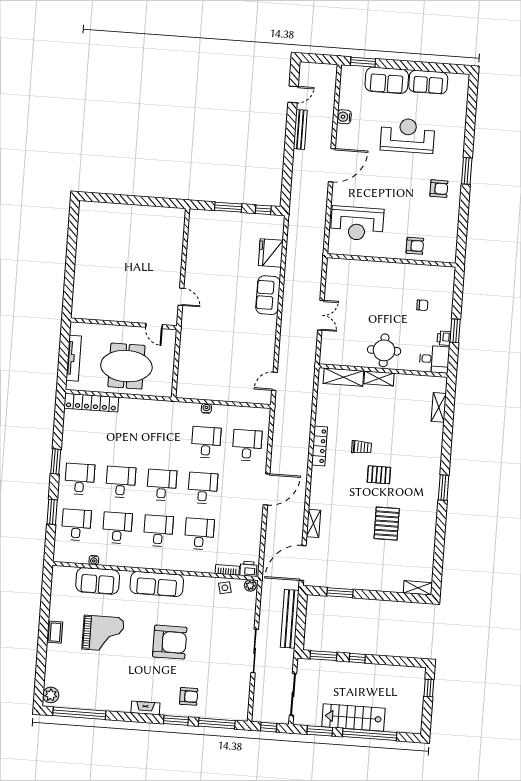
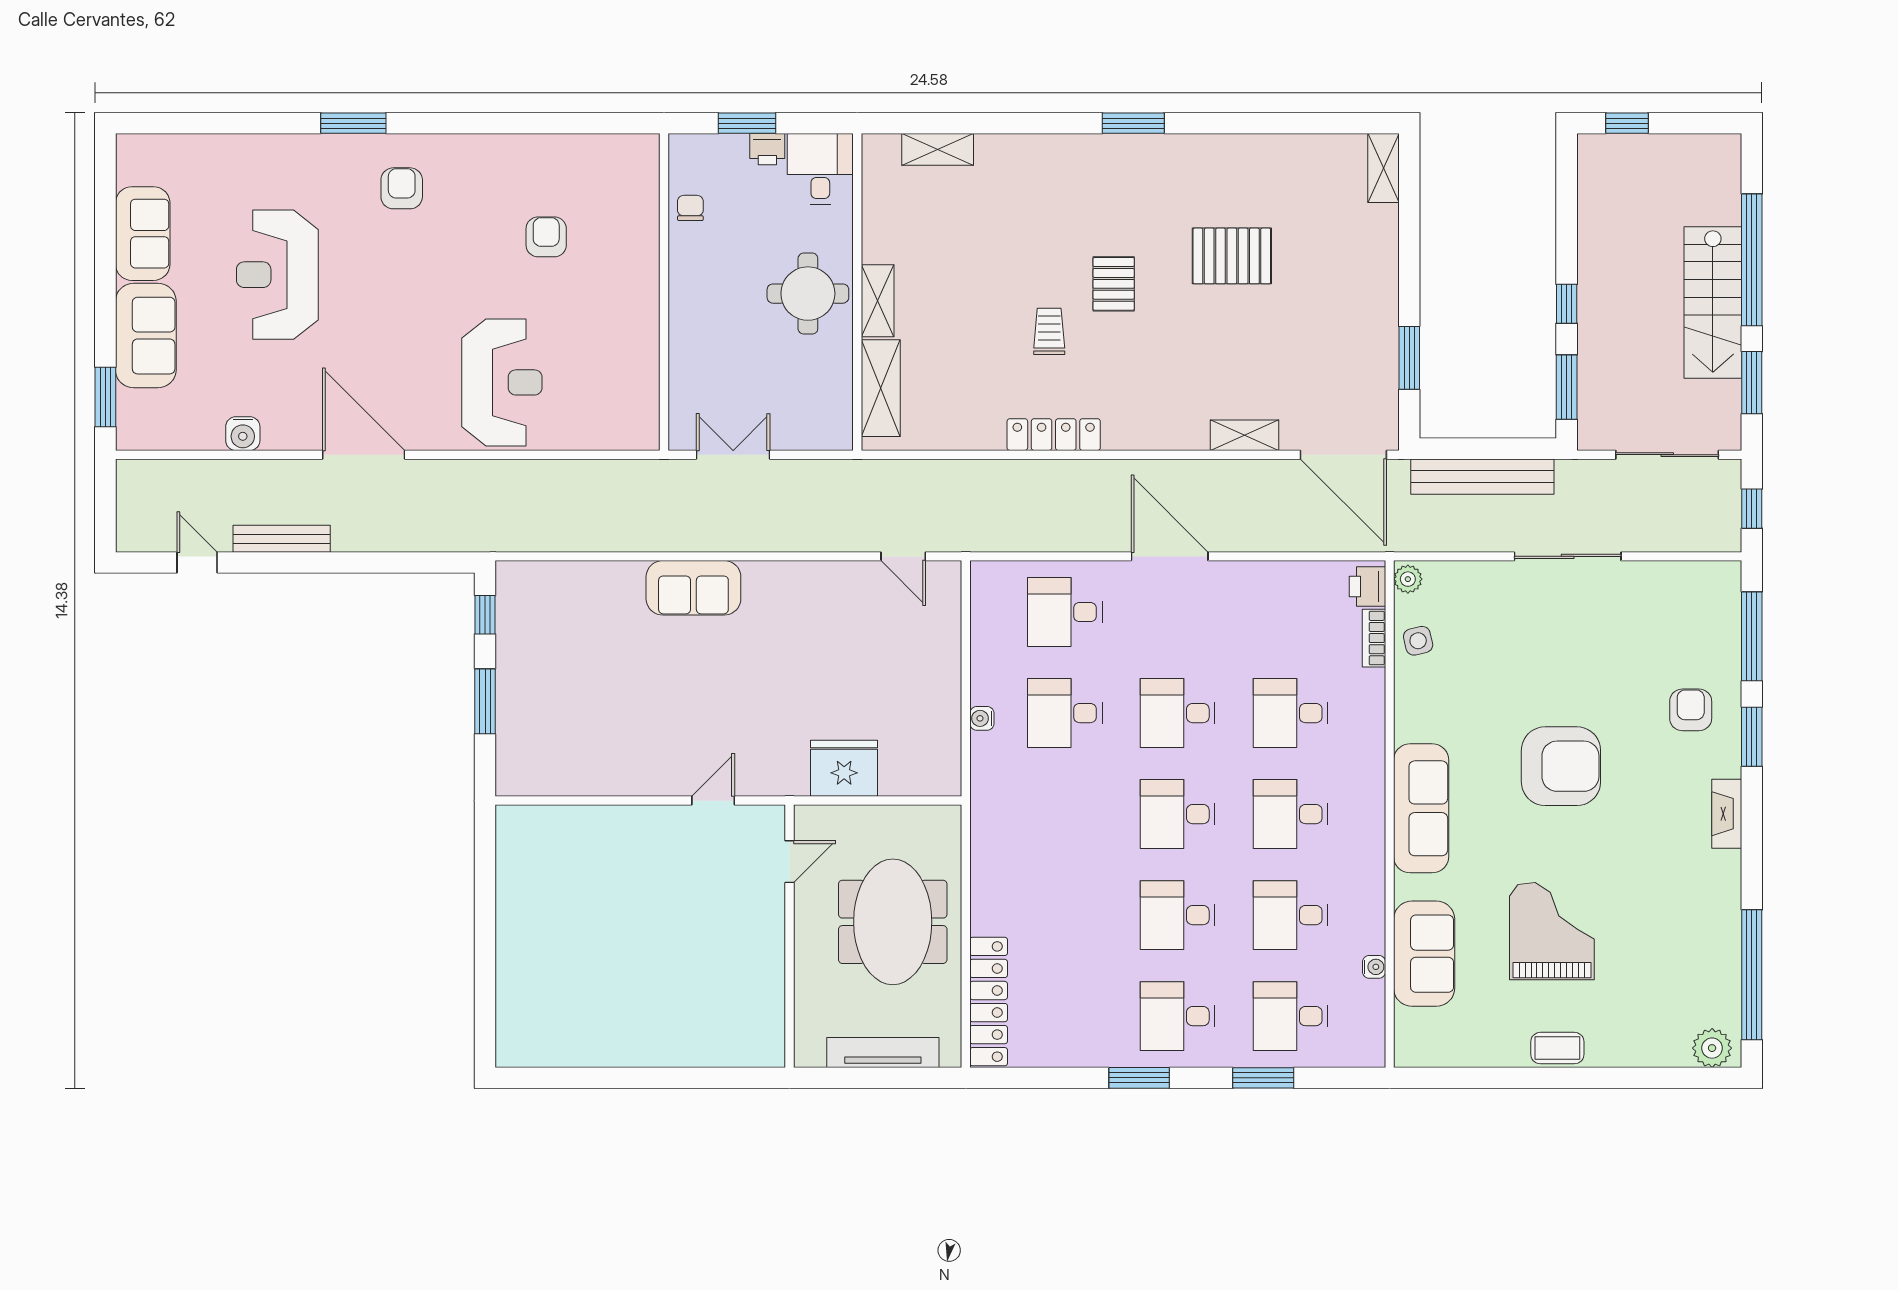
fridge: (271, 253) -> (844, 768), moved, turned 180
wall: (391, 260) -> (664, 292), moved
armchair: (170, 642) -> (1561, 766), turned 90

